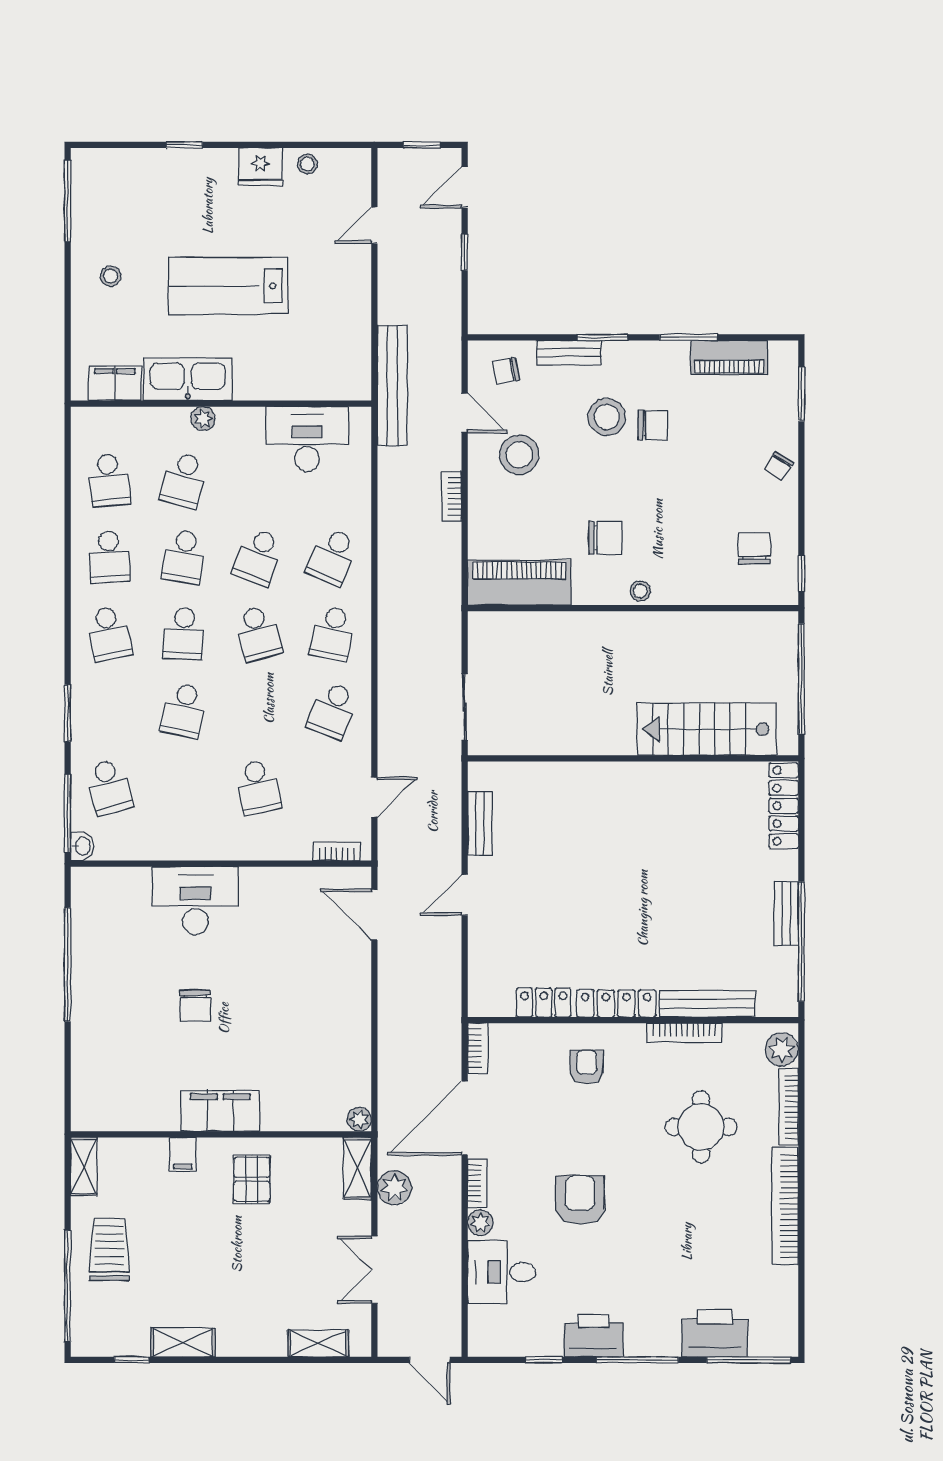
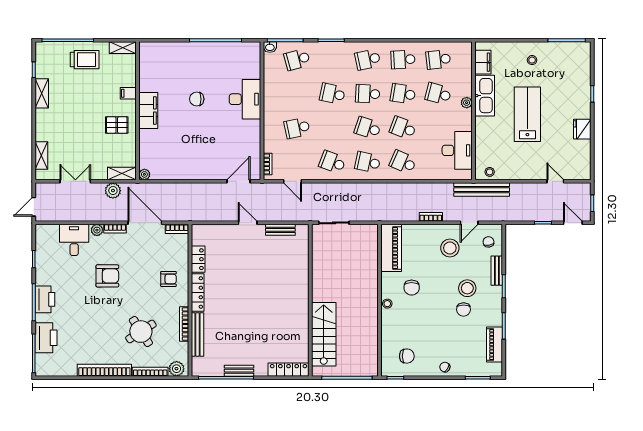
stool: (307, 164) -> (490, 172), moved
school desk: (258, 634) -> (368, 128), turned 33
round table: (701, 1127) -> (141, 332), turned -33
printer: (593, 1336) -> (45, 299), moved

